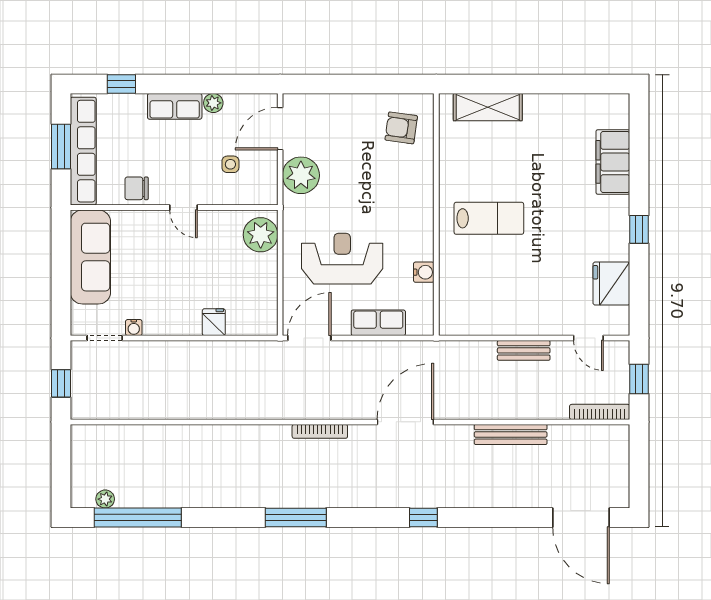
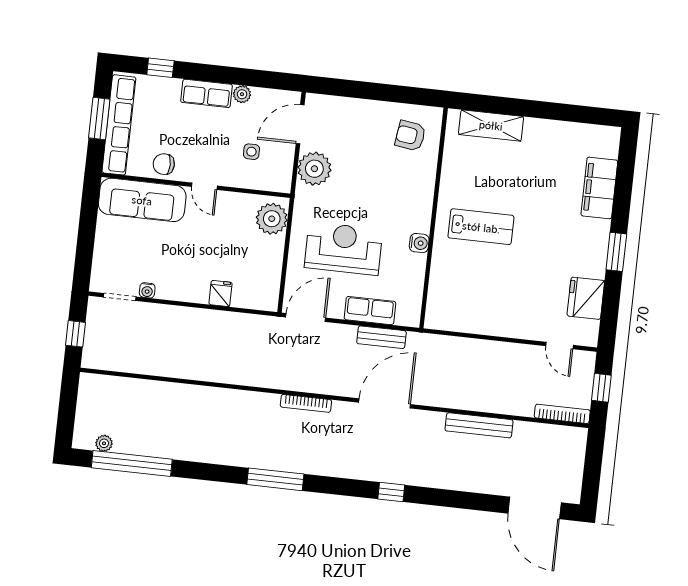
window: (639, 229) -> (616, 252), width x1.50
sofa: (90, 257) -> (142, 200), moved, turned 90
water cooler: (424, 272) -> (419, 243), moved
bench: (524, 350) -> (381, 337), moved

